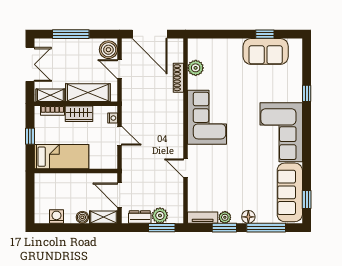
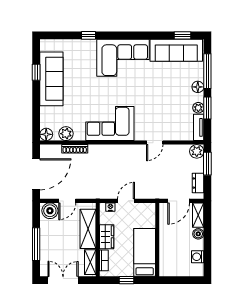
floor lamp: (195, 46) -> (46, 134), added
sofa: (266, 51) -> (51, 79), width x1.36
plant: (160, 215) -> (197, 151), moved

